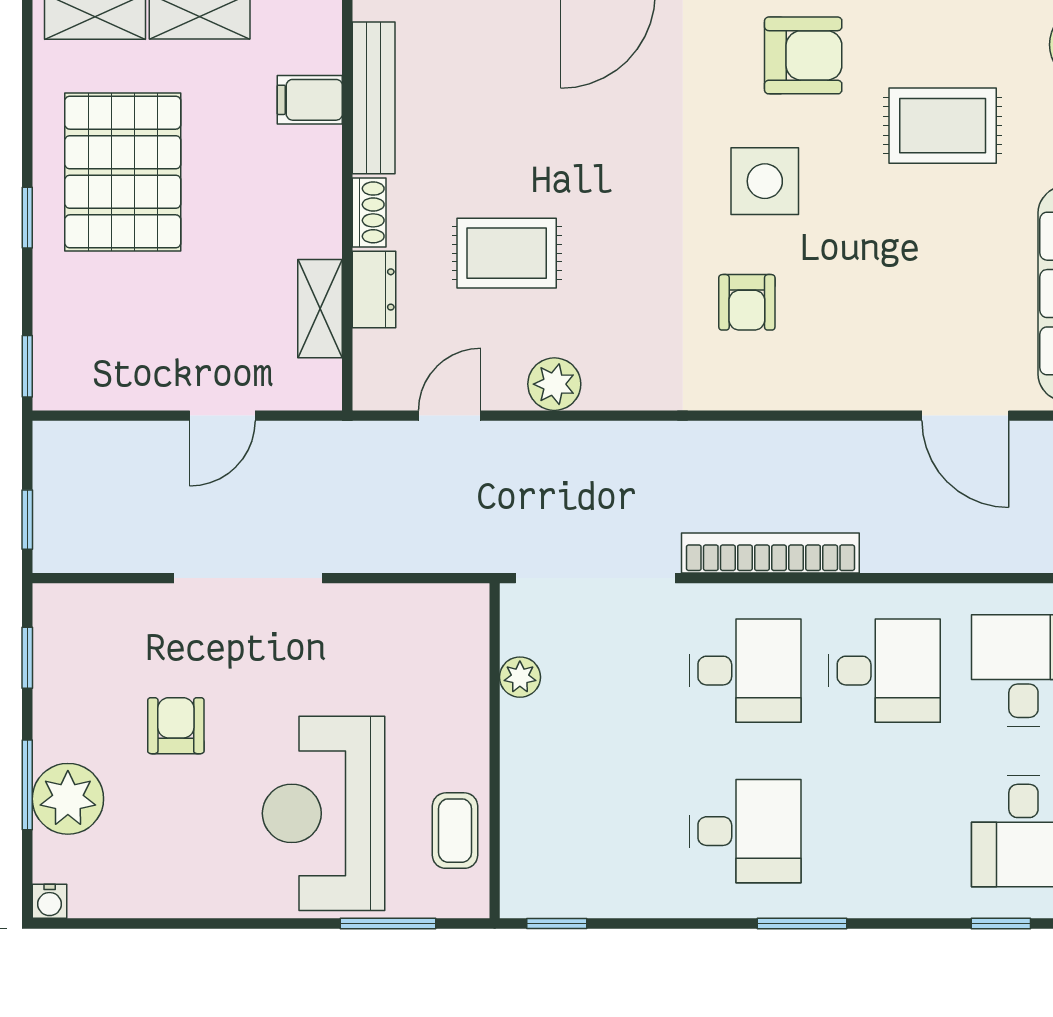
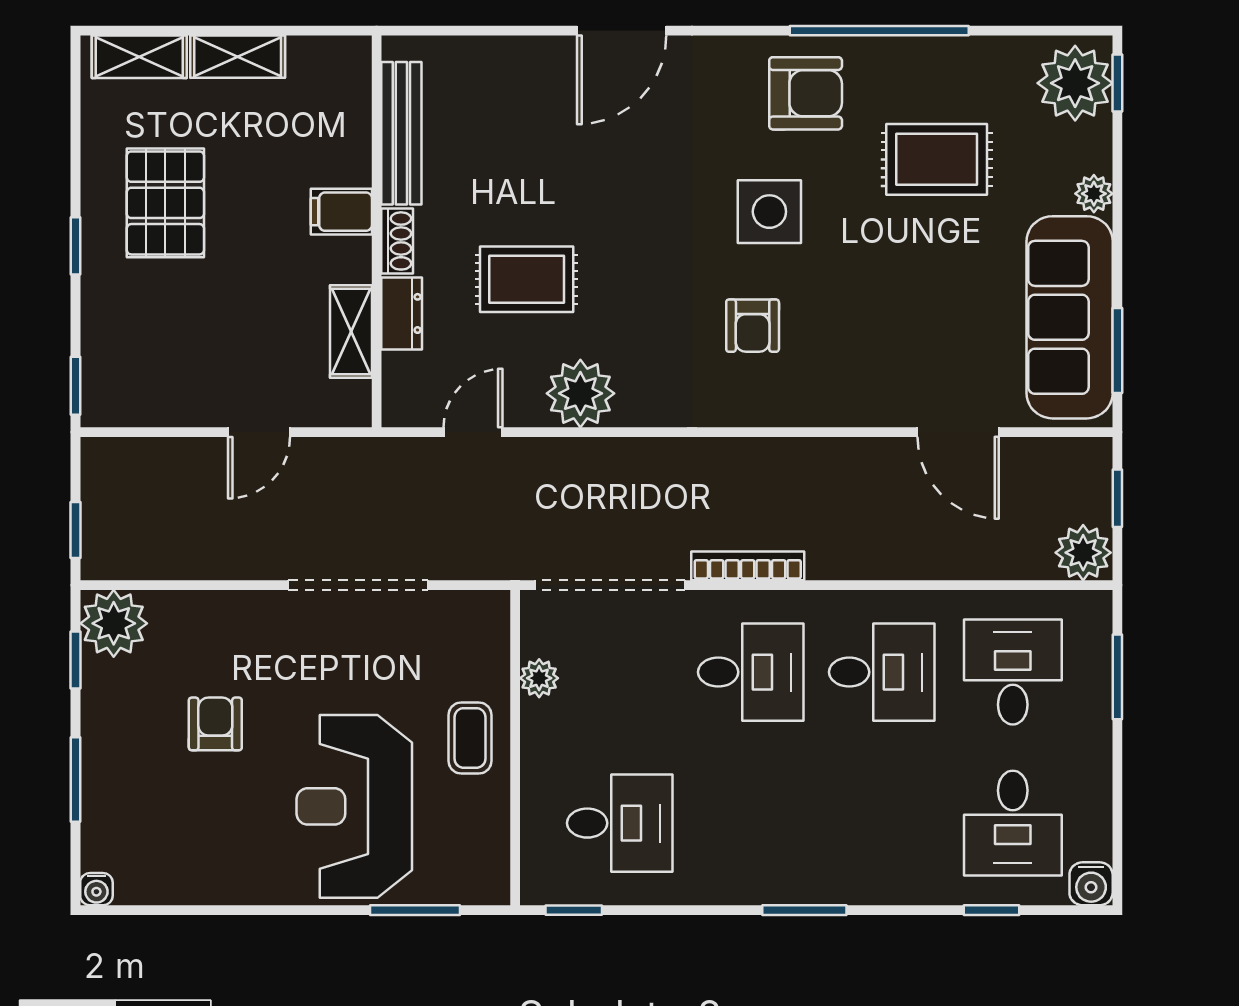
filing cabinet: (310, 100) -> (341, 212), moved
pallet: (123, 172) -> (165, 203), width x0.73, depth x0.71
plant: (554, 384) -> (580, 393), width x1.36, depth x1.36
bookcase: (770, 553) -> (748, 566), width x0.68, depth x0.76
doorway: (248, 578) -> (358, 585), moved
plant: (68, 799) -> (114, 623), moved
coffee table: (455, 831) -> (470, 738), moved
desk: (745, 831) -> (620, 823), moved

